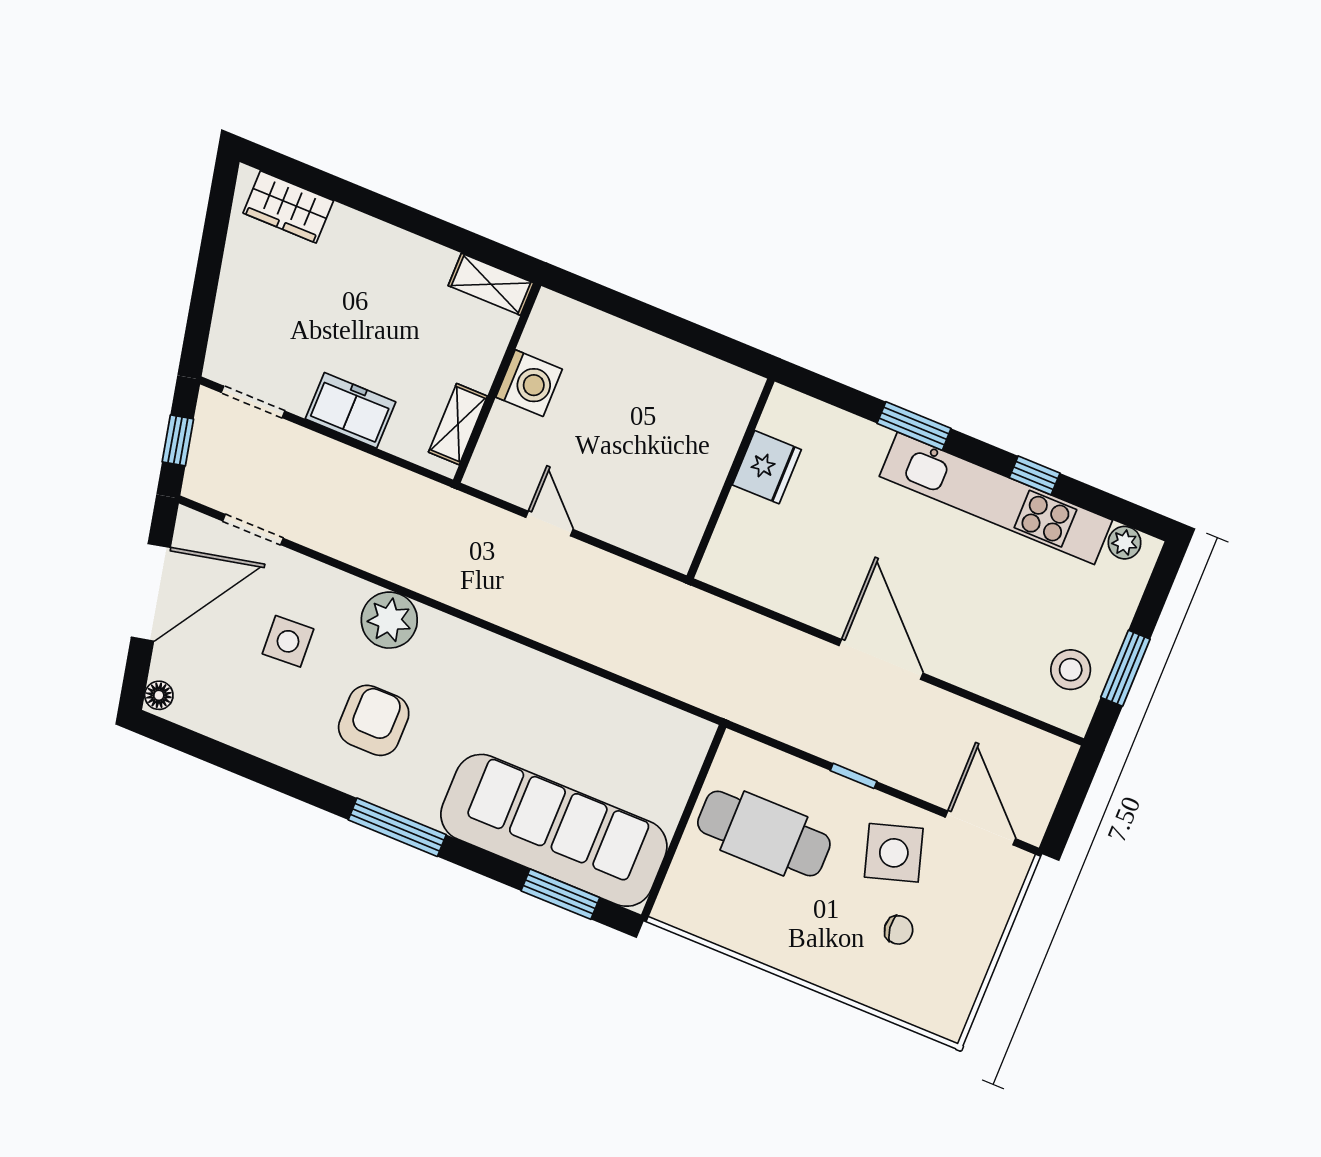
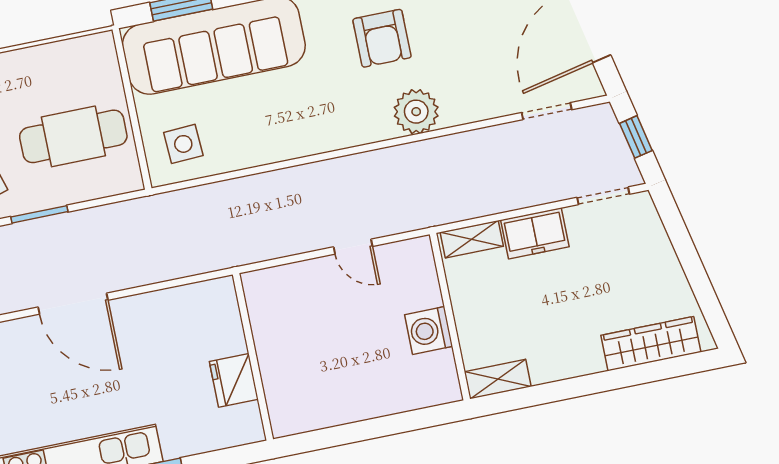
wardrobe: (288, 207) -> (651, 344), width x1.50
shelving: (458, 424) -> (472, 239), moved, turned 90
side table: (288, 641) -> (183, 144), moved
window: (854, 776) -> (39, 214), width x1.50

